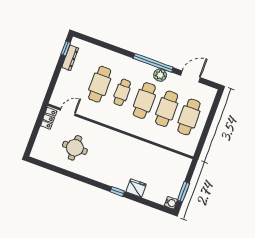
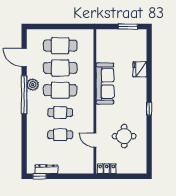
cafe table: (100, 84) -> (60, 135), width x0.73, depth x0.74
door: (68, 112) -> (95, 140), moved
sofa: (135, 148) -> (105, 83), added
window: (117, 192) -> (149, 109), moved
water cooler: (171, 203) -> (142, 34), removed

